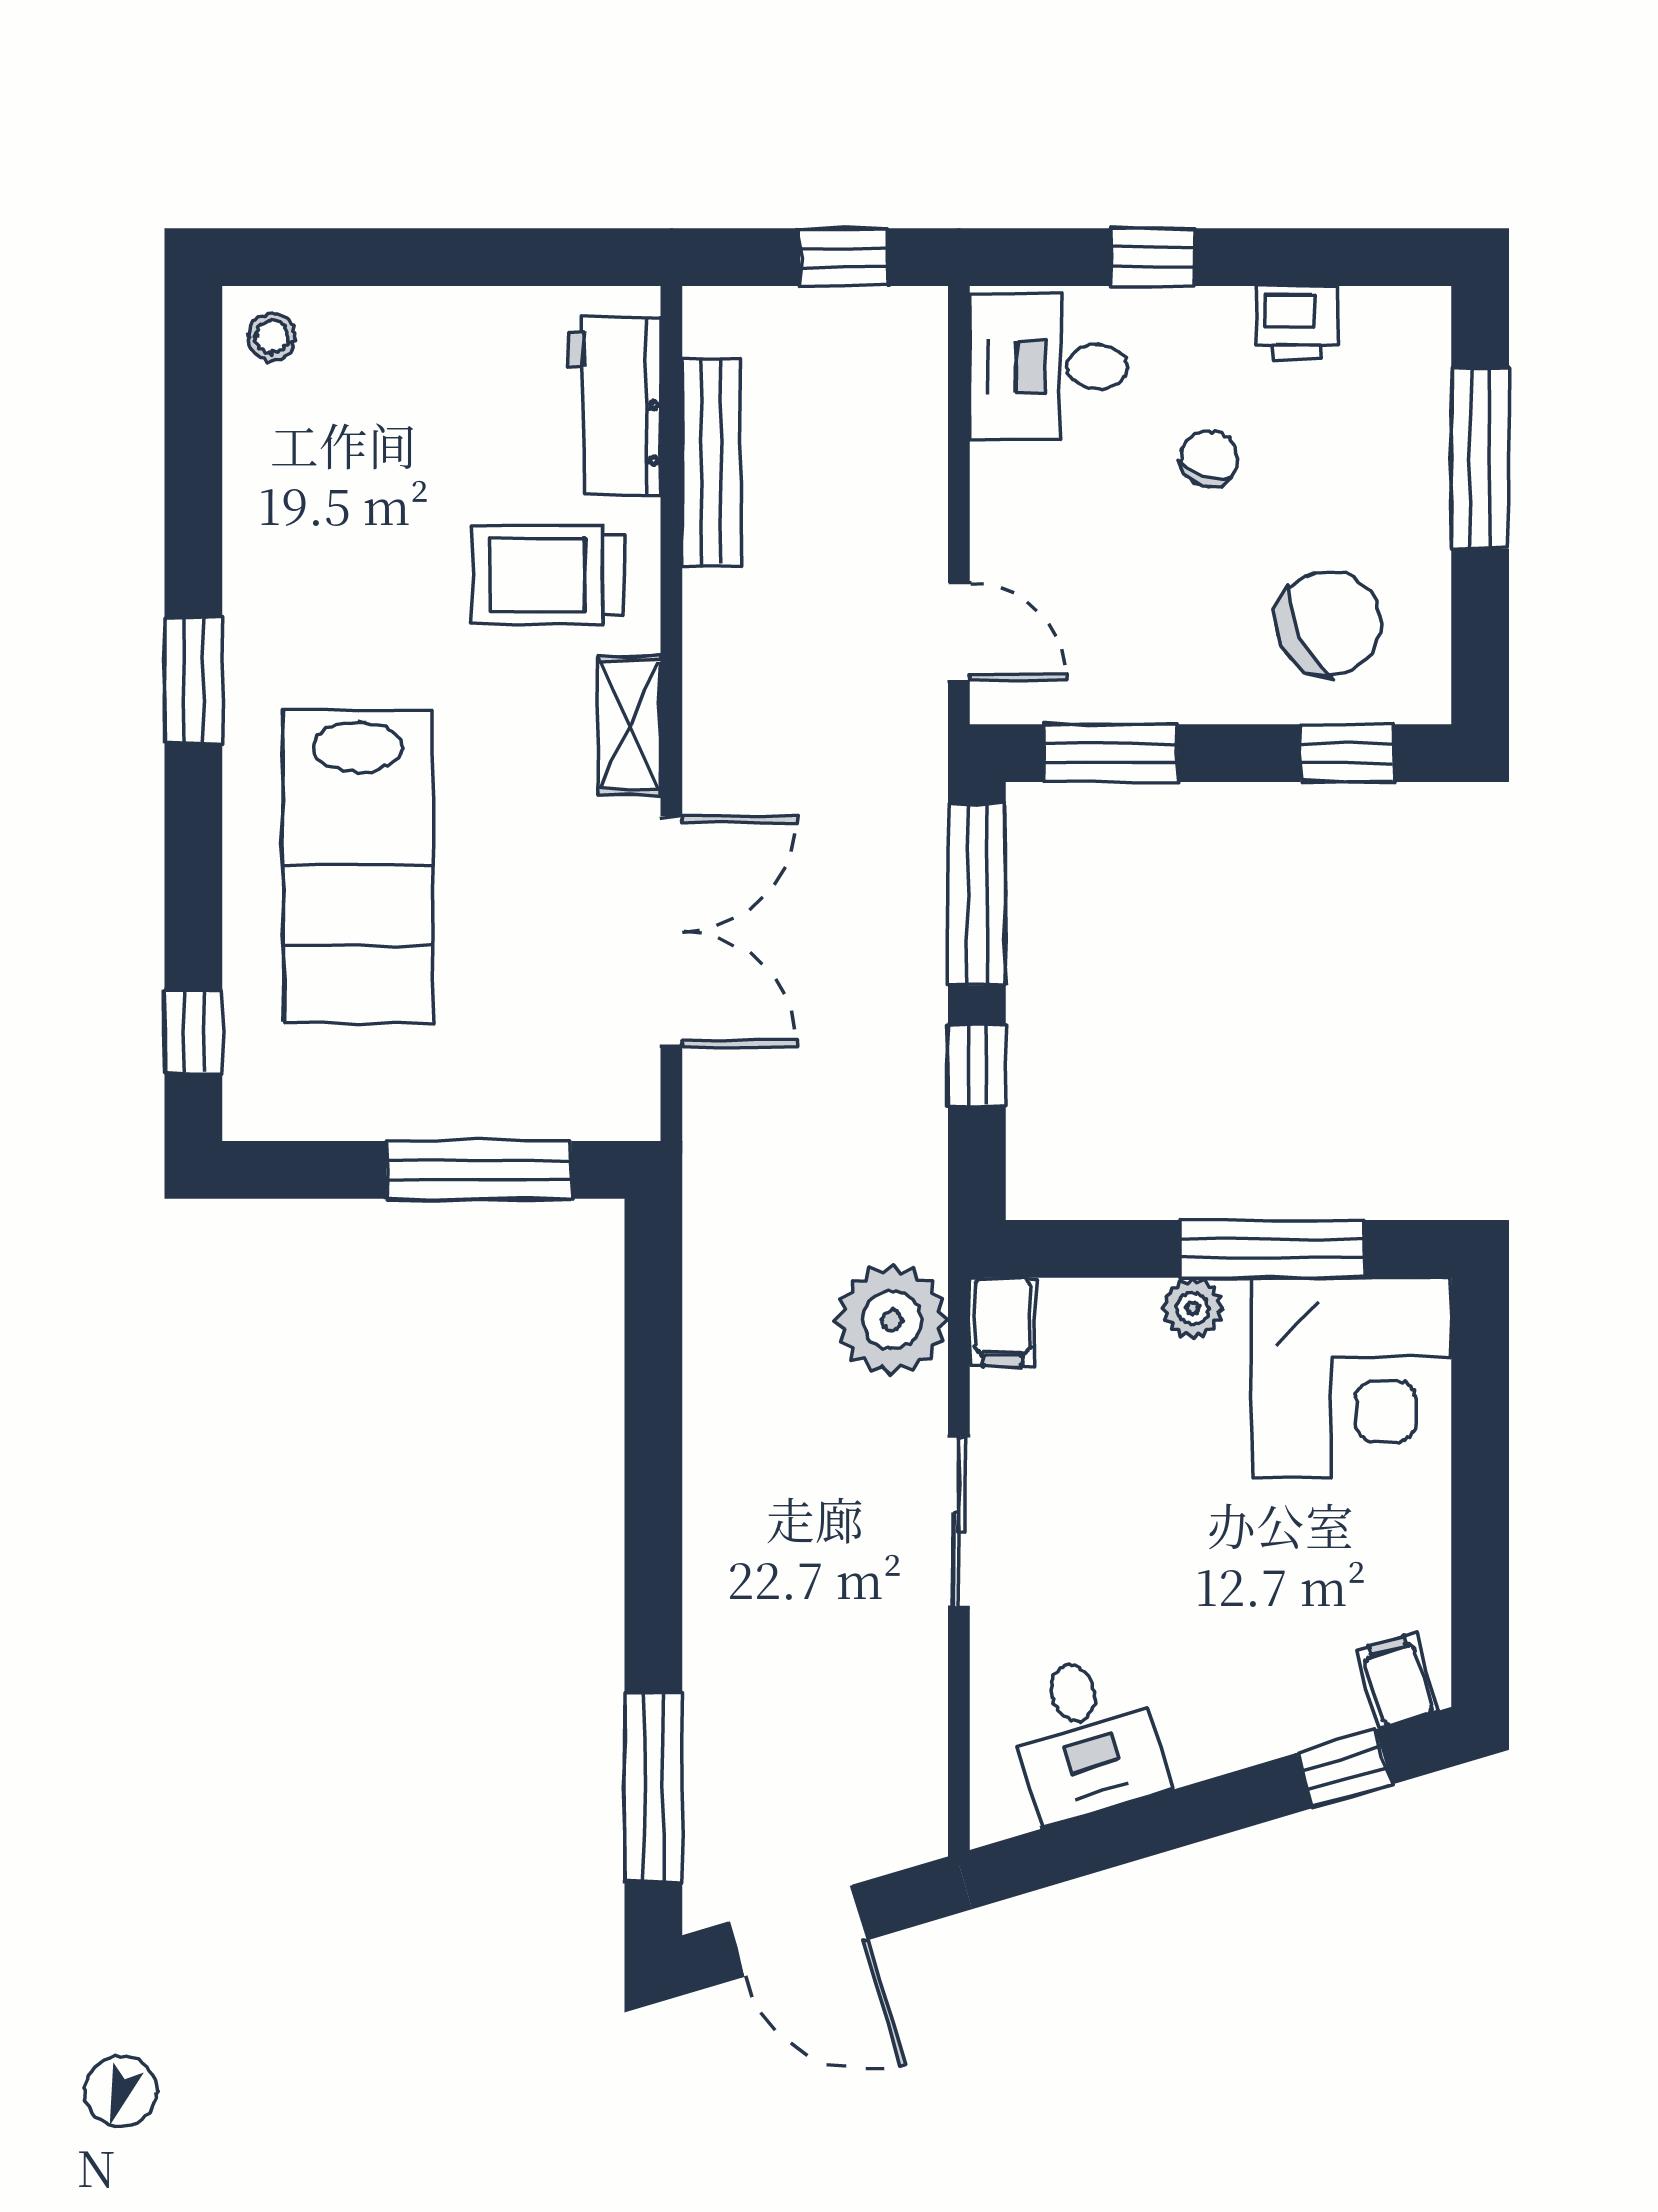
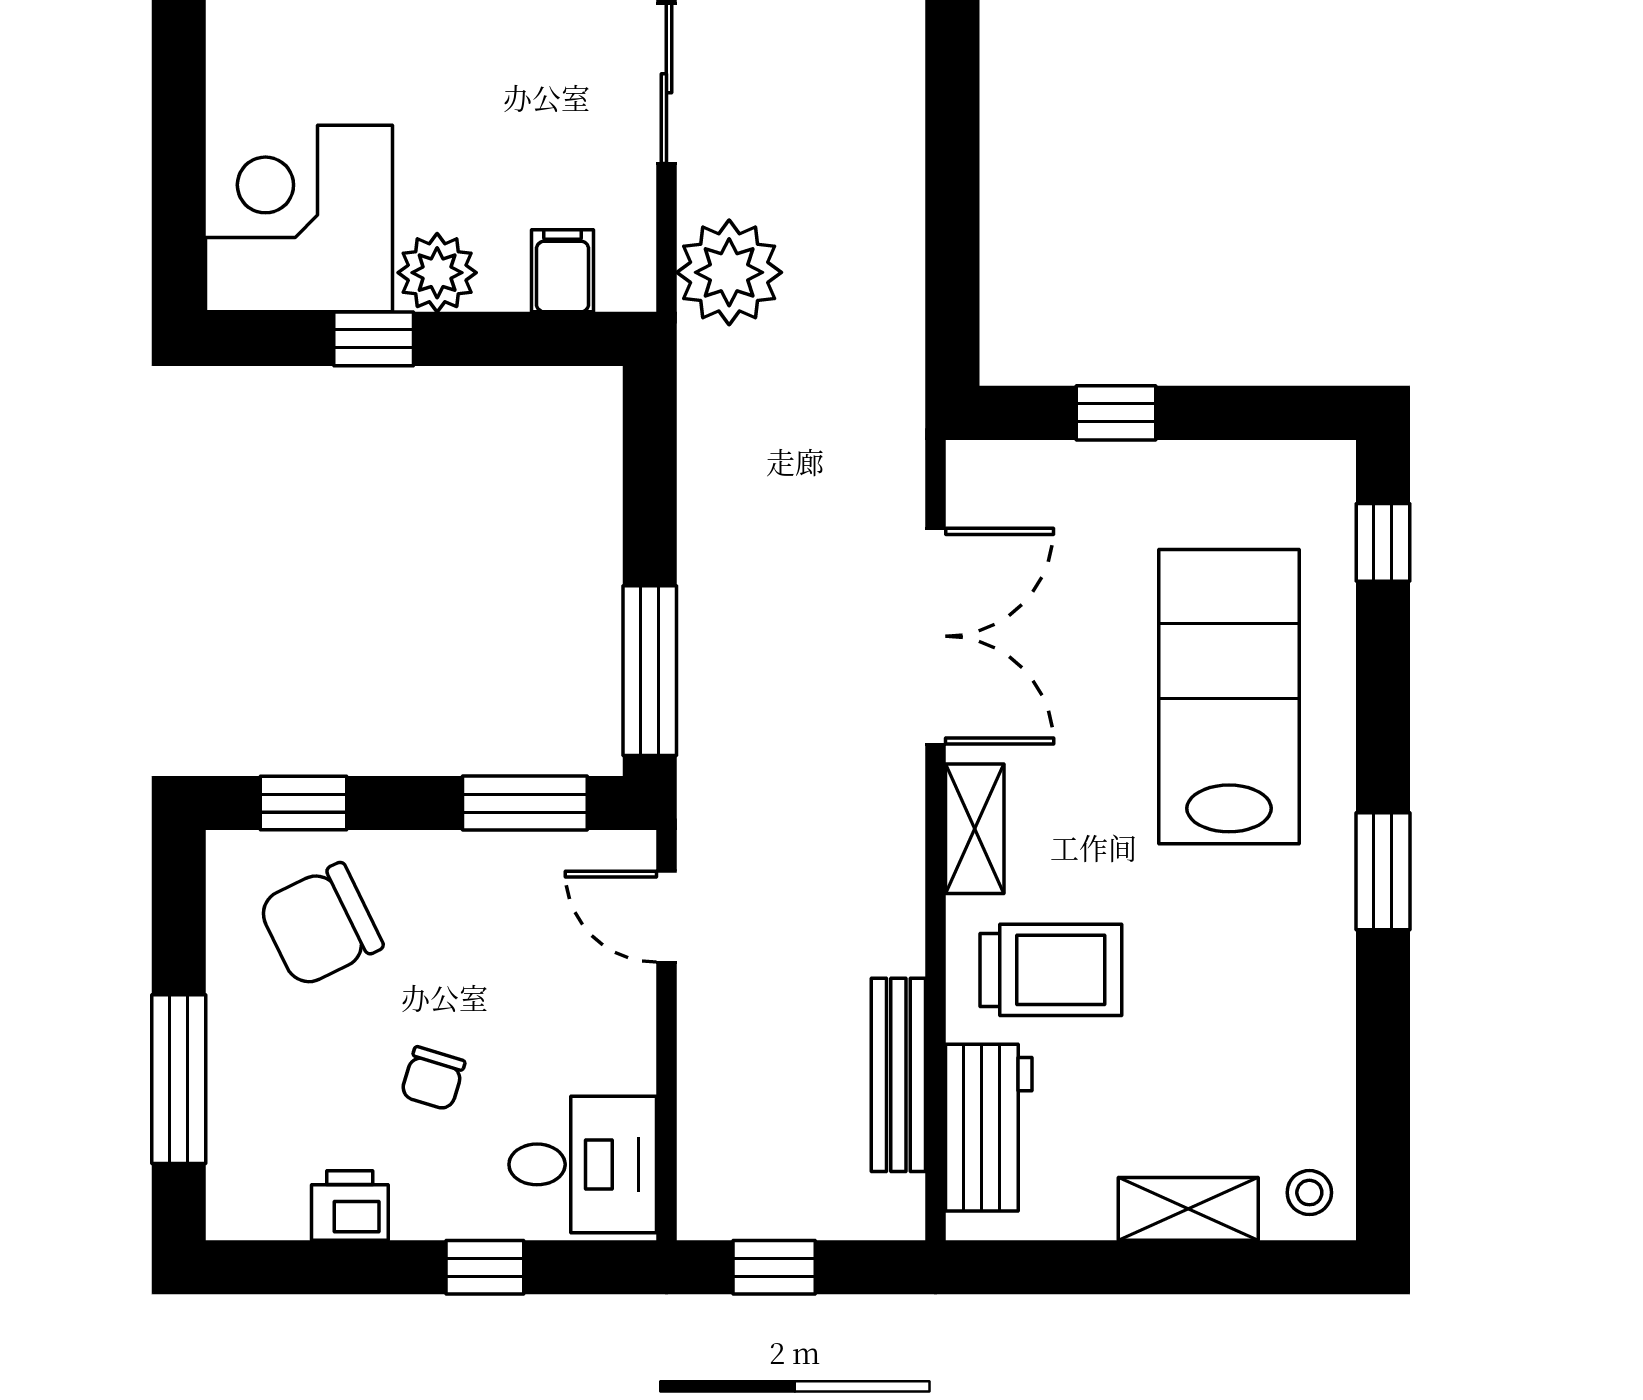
shelving: (402, 319) -> (1188, 1209), added
double door: (671, 931) -> (936, 636), swing flipped
window: (977, 1065) -> (650, 511), removed
window: (479, 1170) -> (1116, 413), width x0.46
window: (1272, 1249) -> (374, 339), width x0.46
plant: (1193, 1308) -> (437, 273), width x1.38, depth x1.38
filing cabinet: (1003, 1322) -> (563, 271), moved

